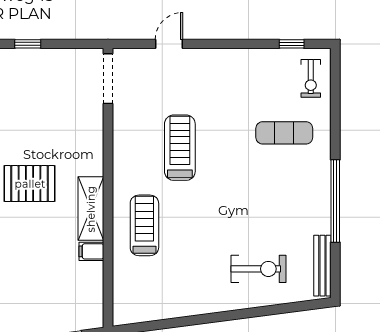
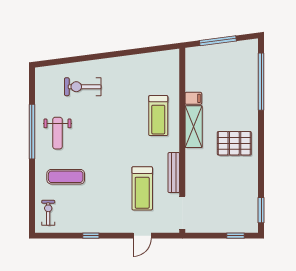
window: (292, 44) -> (91, 236), moved
treadmill: (180, 148) -> (142, 188), moved
weight bench: (297, 199) -> (57, 133), added
bench: (322, 266) -> (174, 173), moved

